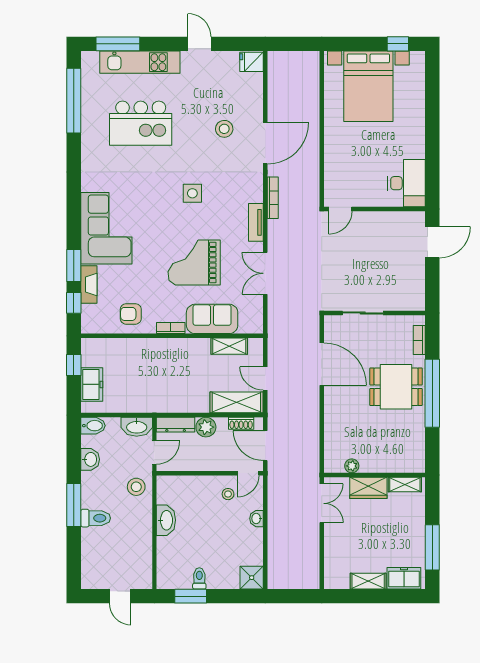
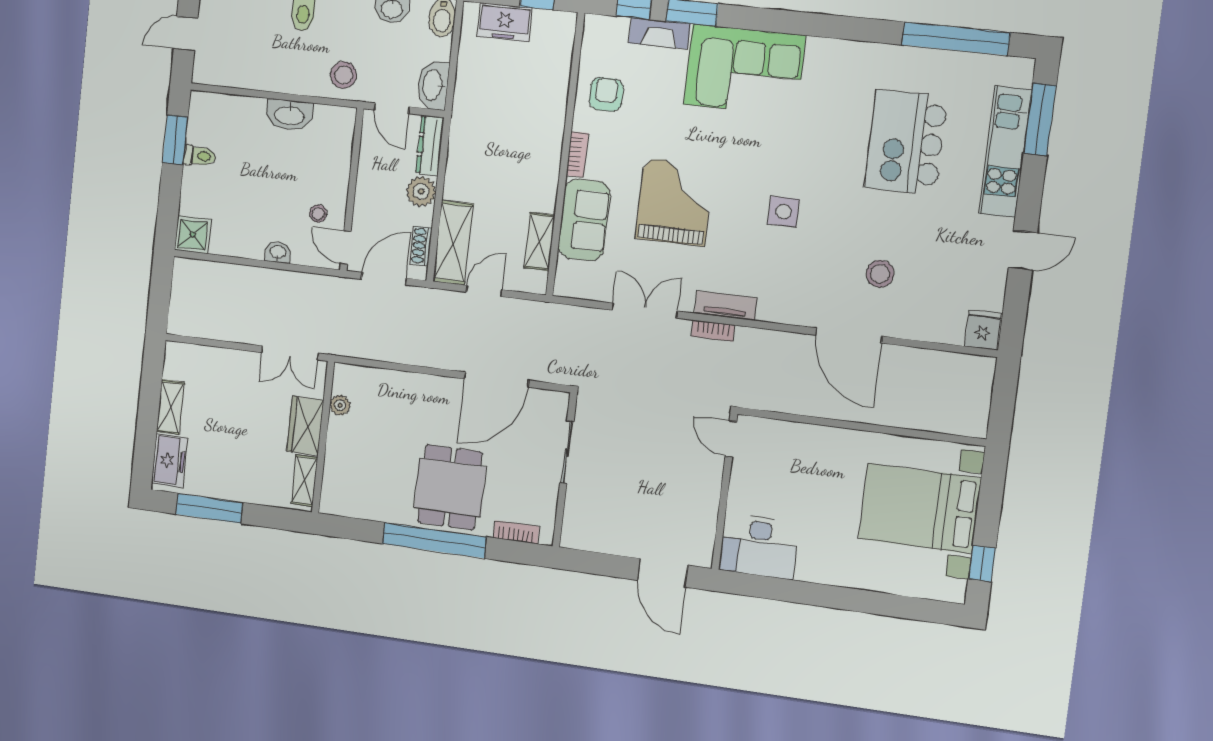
bookcase: (273, 198) -> (713, 331), moved, width x0.64

